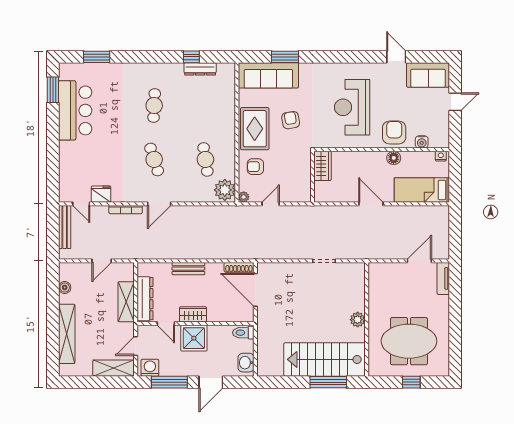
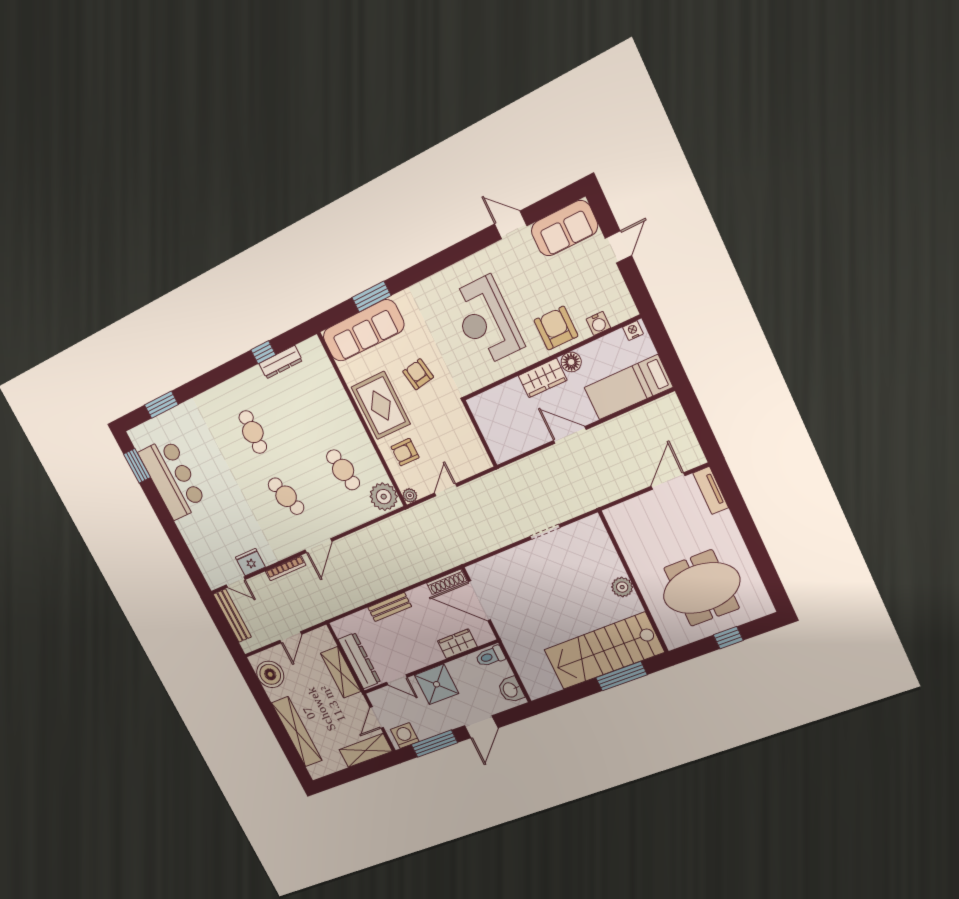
wardrobe: (322, 166) -> (543, 378), moved, turned 90
boiler: (65, 288) -> (270, 674), width x1.86, depth x1.86
wardrobe: (193, 314) -> (457, 644), moved

